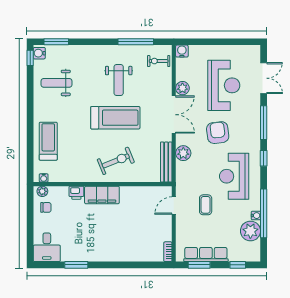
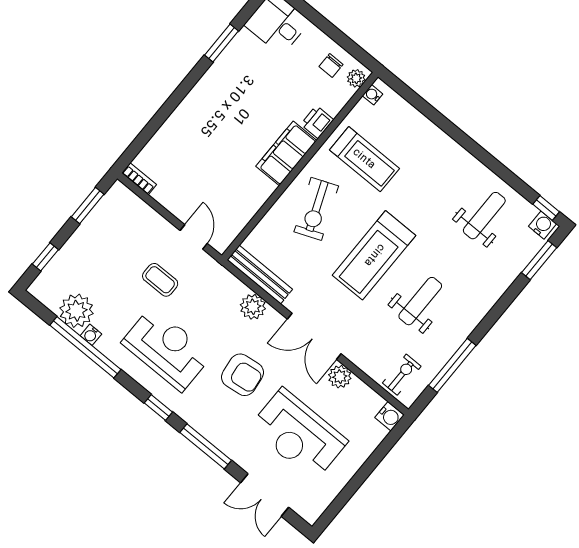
weight bench: (119, 80) -> (420, 301), turned 90
treadmill: (48, 141) -> (364, 159), moved
row of seats: (206, 255) -> (94, 226), removed

